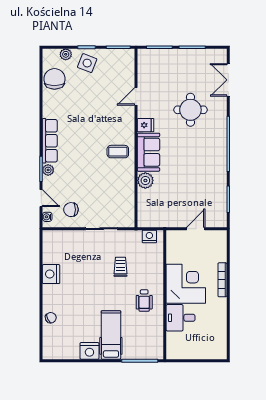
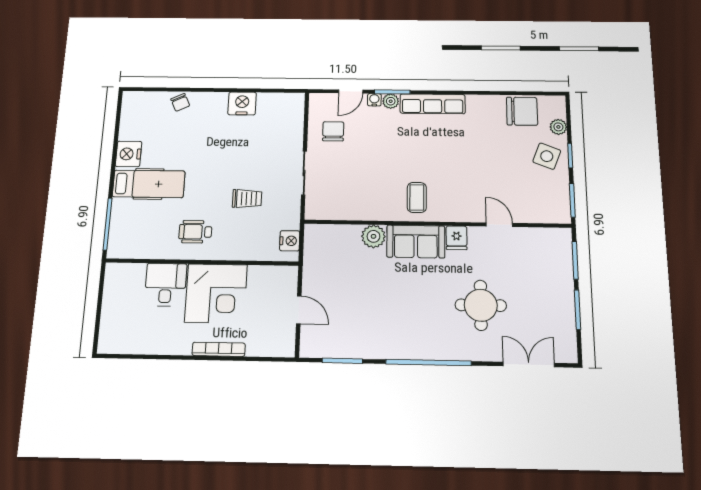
water cooler: (47, 217) -> (374, 100), moved

